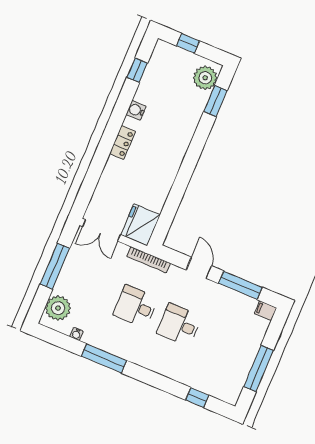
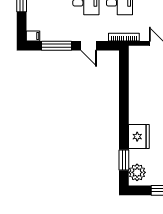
fridge: (141, 225) -> (139, 137), moved

